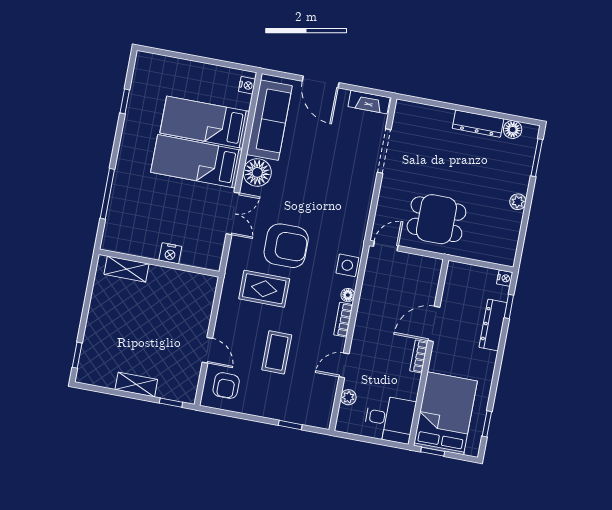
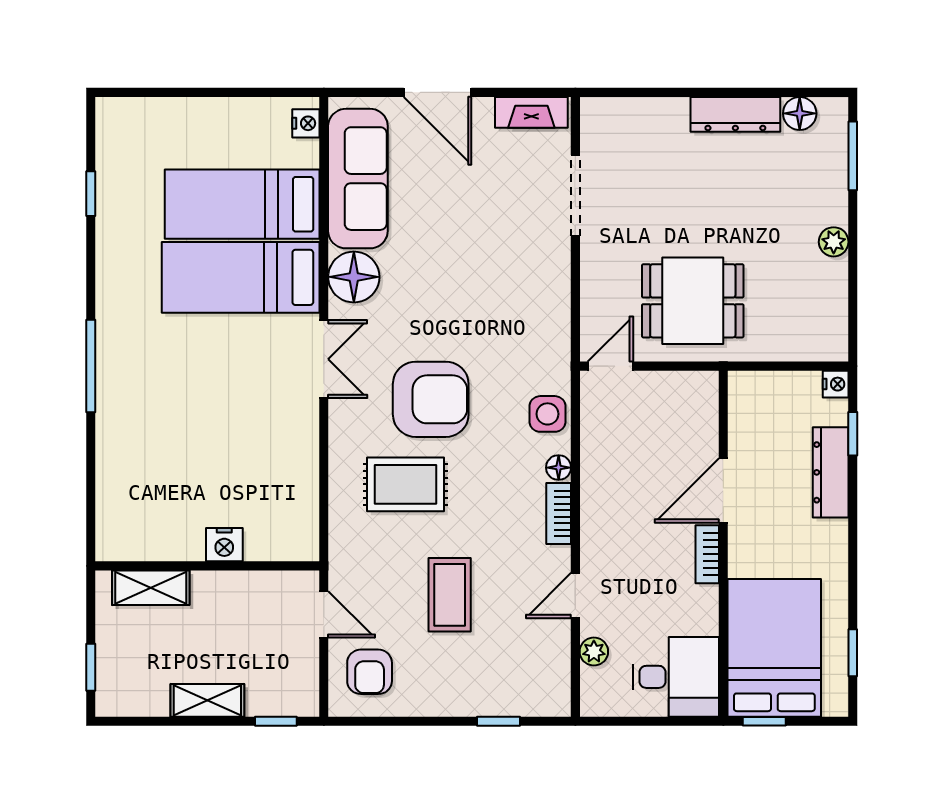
nightstand: (170, 253) -> (224, 545), moved
wall: (159, 263) -> (207, 566), moved
shelving: (127, 269) -> (151, 588), moved

